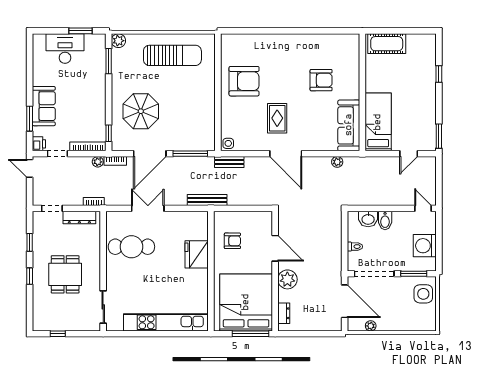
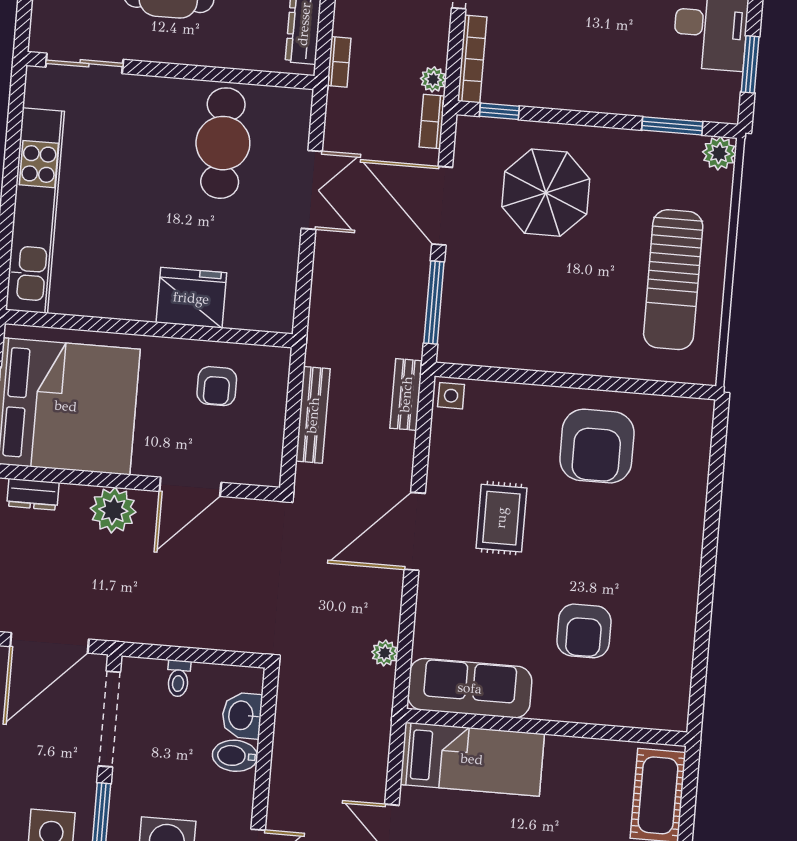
rug: (277, 118) -> (501, 518), turned 90
bench: (207, 200) -> (313, 415), moved

